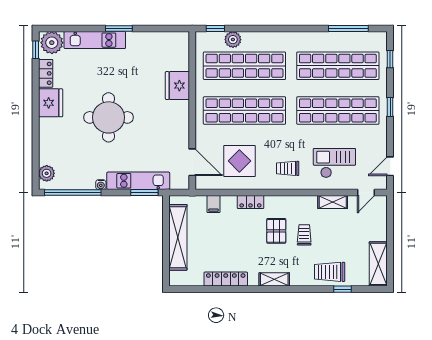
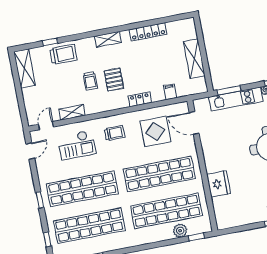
shelving: (178, 237) -> (194, 59), width x0.68

